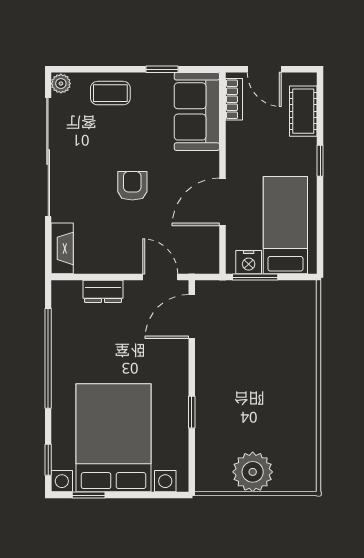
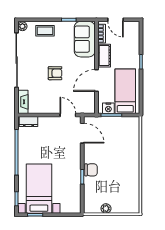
cot: (303, 111) -> (104, 56), moved
armchair: (132, 186) -> (55, 73), turned 90
dresser: (103, 291) -> (28, 122), moved
door: (192, 317) -> (82, 133), swing flipped
chair: (211, 397) -> (91, 170), added
bed with nightstands: (114, 438) -> (39, 189), width x0.73
plant: (253, 472) -> (106, 208), width x0.53, depth x0.53

